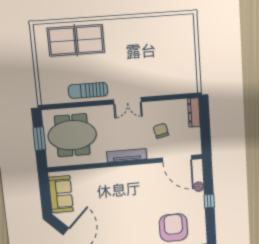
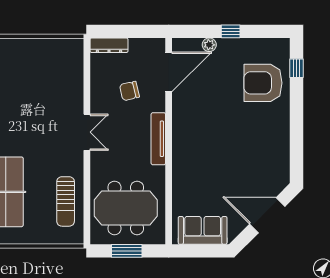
sun lounger: (88, 90) -> (66, 201), moved
meeting table: (72, 135) -> (126, 208), turned 90

